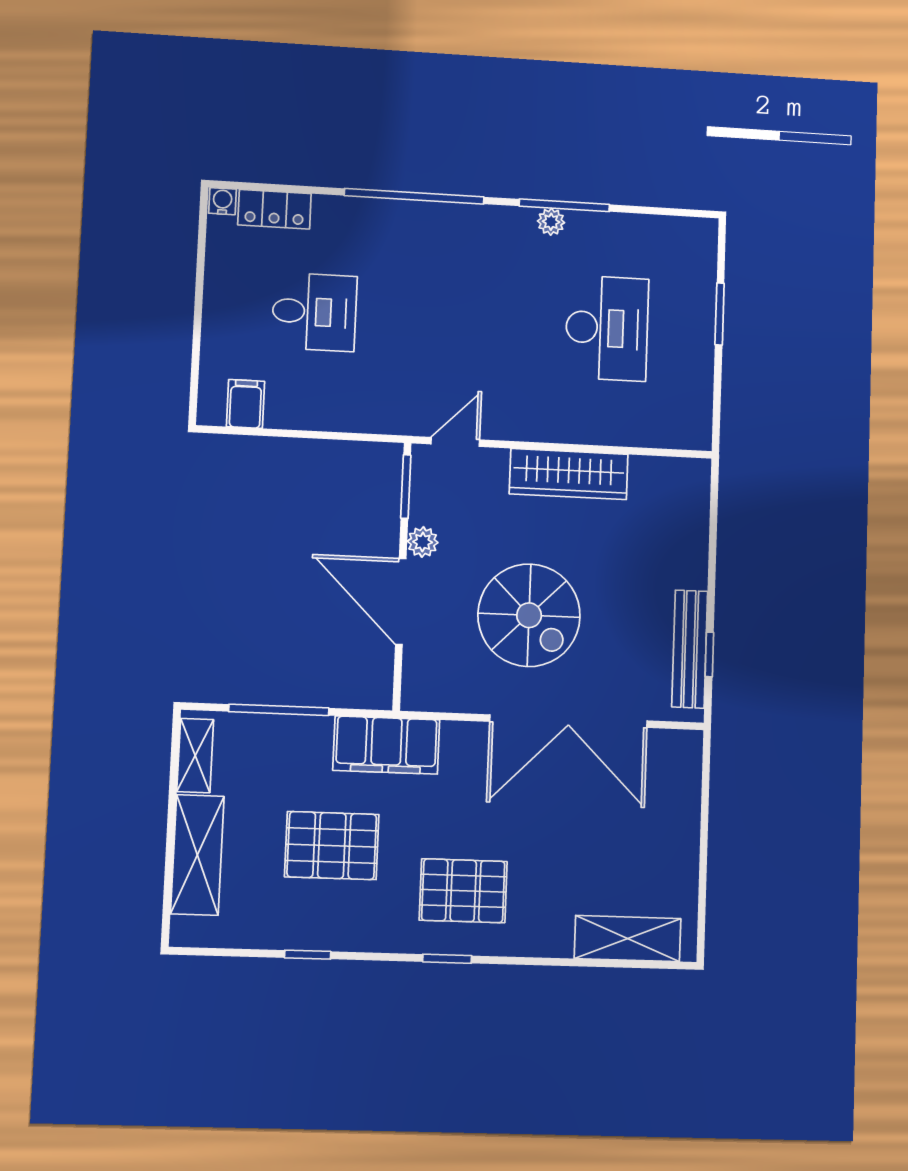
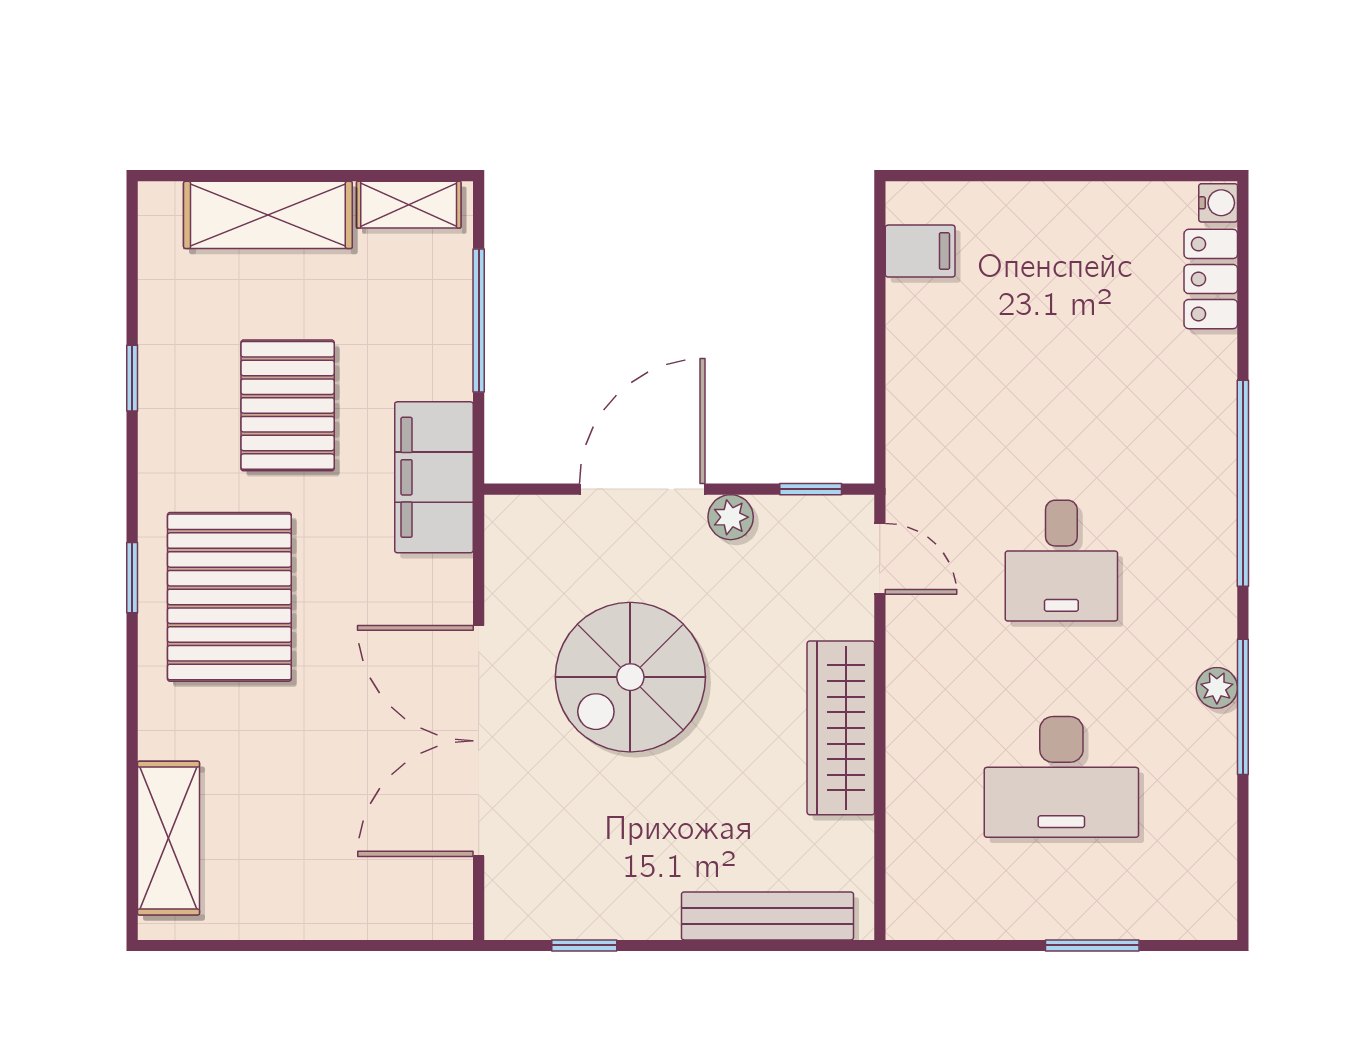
desk: (314, 312) -> (1061, 561), moved
window: (406, 487) -> (811, 489), width x0.67
bench: (690, 649) -> (767, 916), moved
pallet: (463, 891) -> (229, 597), width x1.37, depth x1.41

